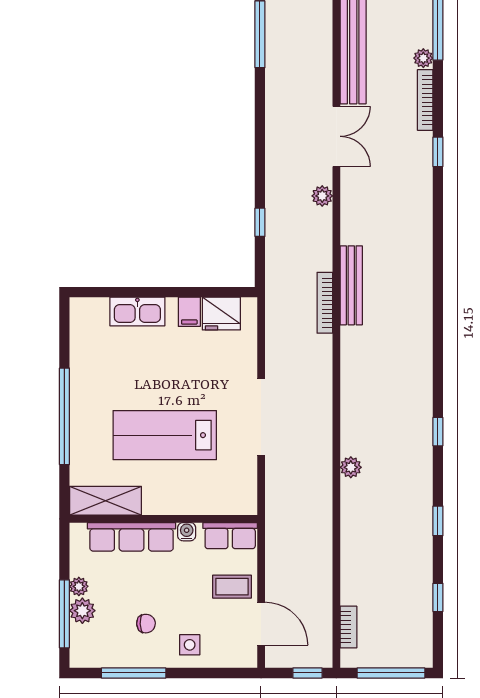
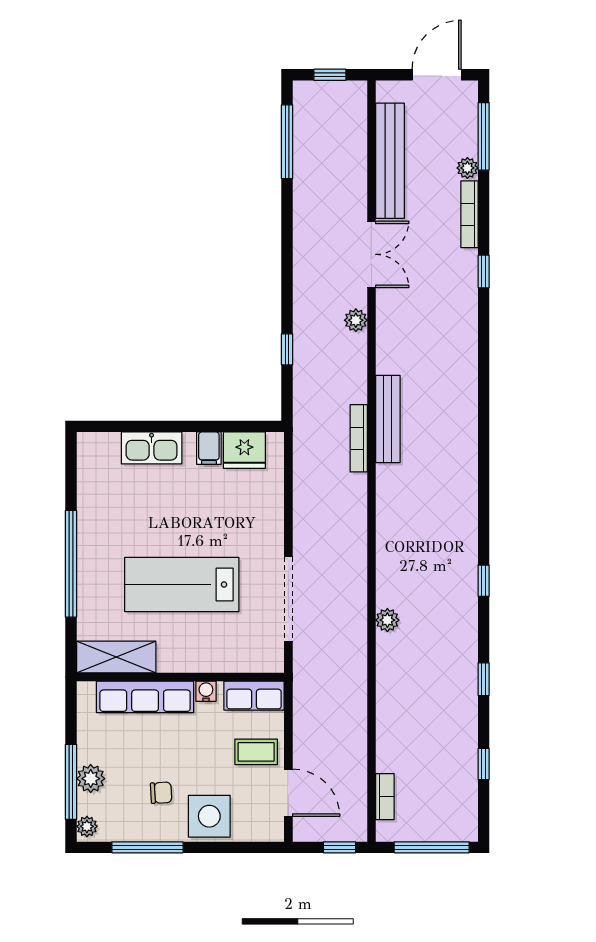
doorway: (261, 417) -> (288, 599), moved
plant: (79, 586) -> (87, 826), moved
side table: (190, 645) -> (209, 816), width x1.87, depth x1.87

